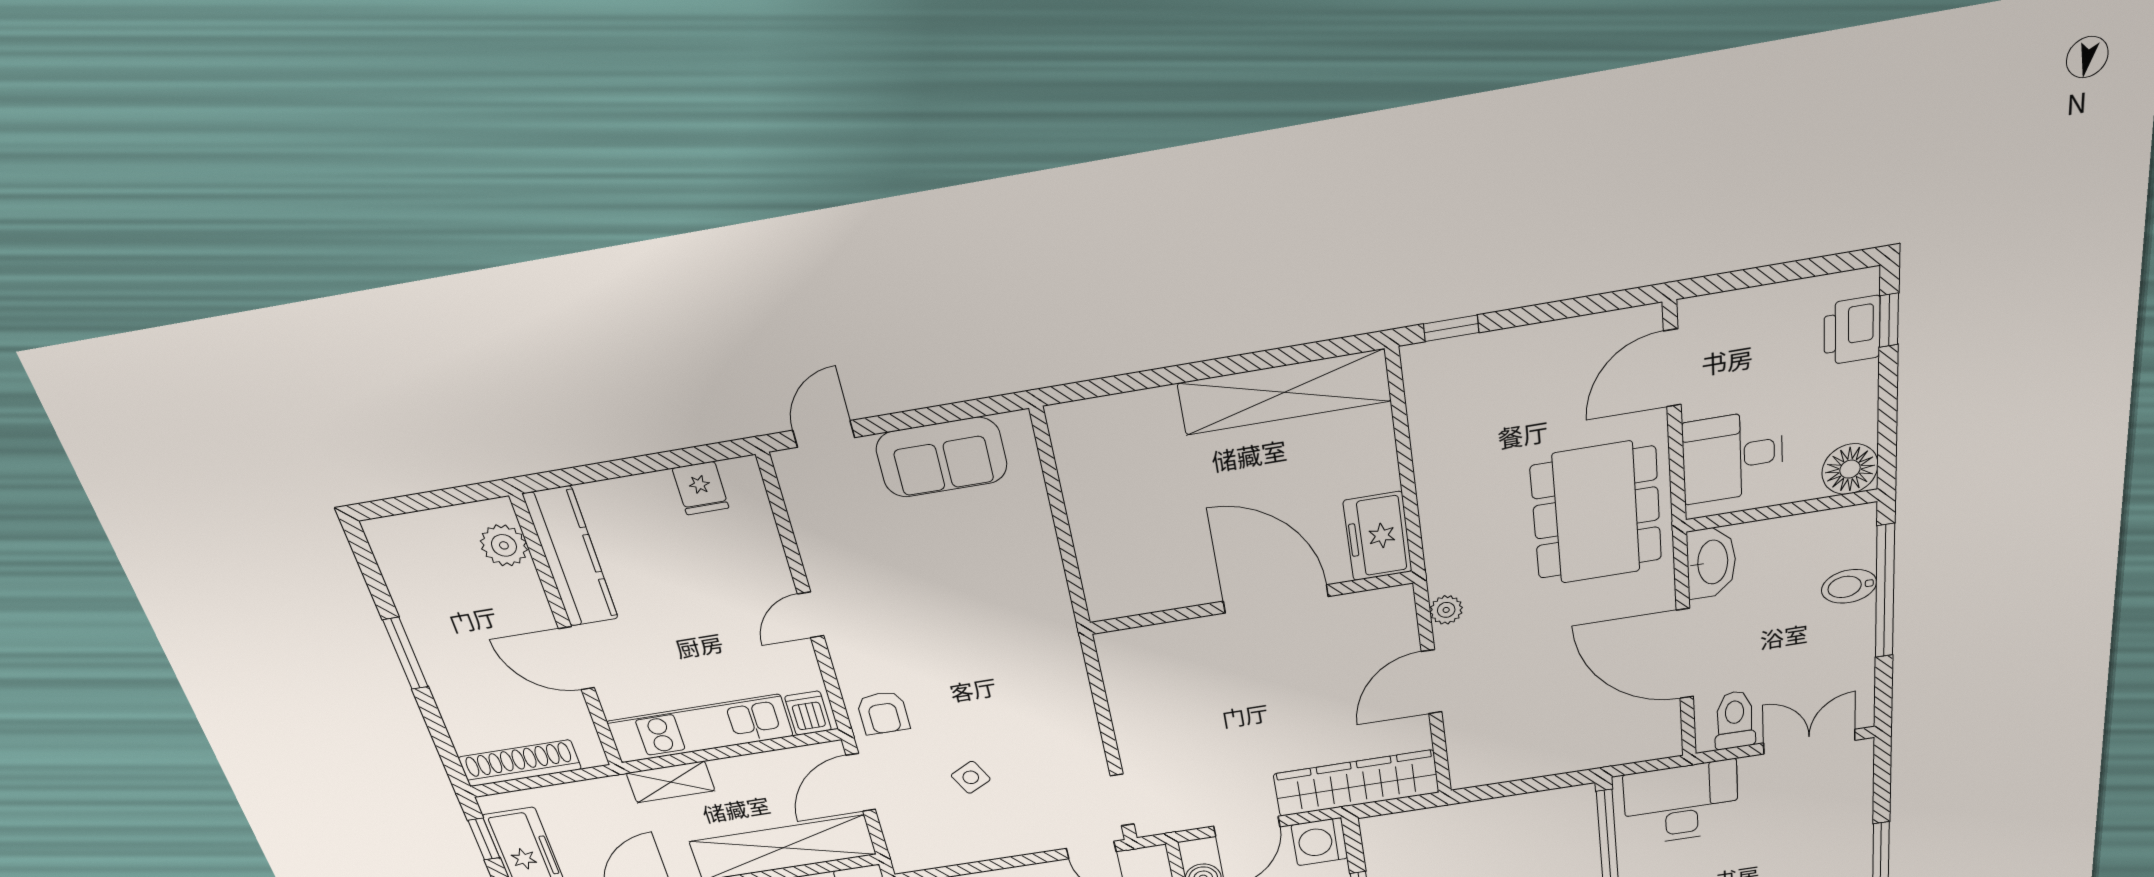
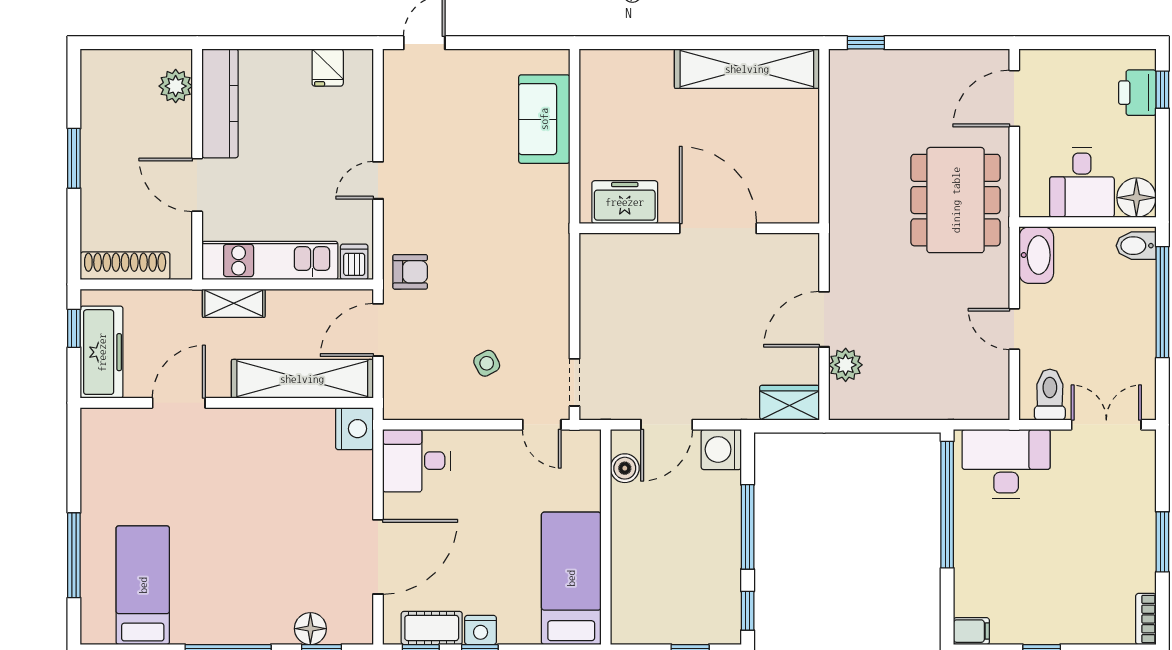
sofa: (942, 457) -> (544, 119), moved, turned 90
desk: (1733, 457) -> (1082, 182), moved, turned -90
freezer: (1378, 536) -> (625, 202), moved, turned 90
bidet: (1849, 586) -> (1136, 246), moved
plant: (1446, 610) -> (846, 365), moved, width x1.38, depth x1.38
door: (1685, 654) -> (1014, 329), width x0.53
armchair: (883, 713) -> (410, 272), turned -90
side table: (971, 777) -> (487, 363), moved
wardrobe: (1356, 783) -> (790, 403), width x0.48, depth x0.85

